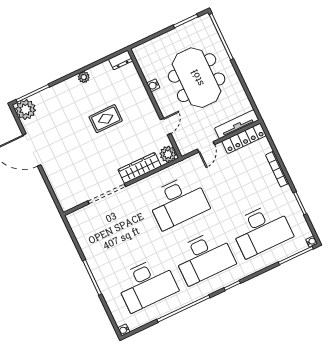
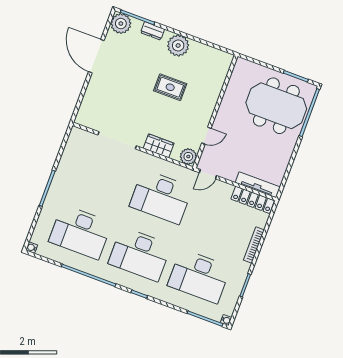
dresser: (121, 60) -> (153, 31), moved
plant: (84, 77) -> (178, 45), width x1.88, depth x1.88
meeting table: (197, 78) -> (276, 106), moved, turned 90
water cooler: (153, 85) -> (227, 98), removed
door: (206, 147) -> (208, 174), moved
wardrobe: (140, 168) -> (159, 146), width x0.67

